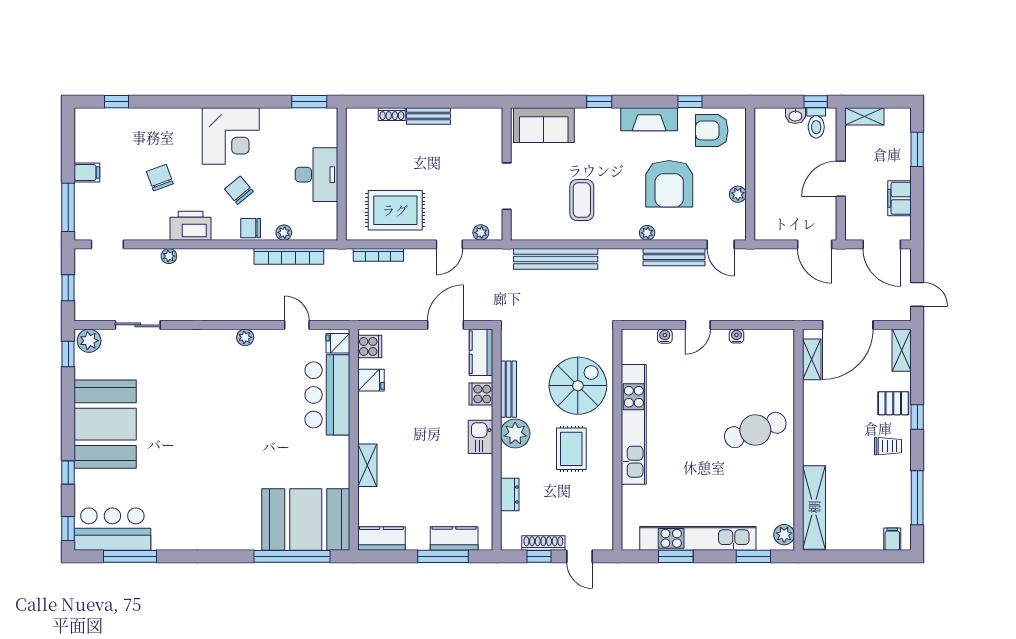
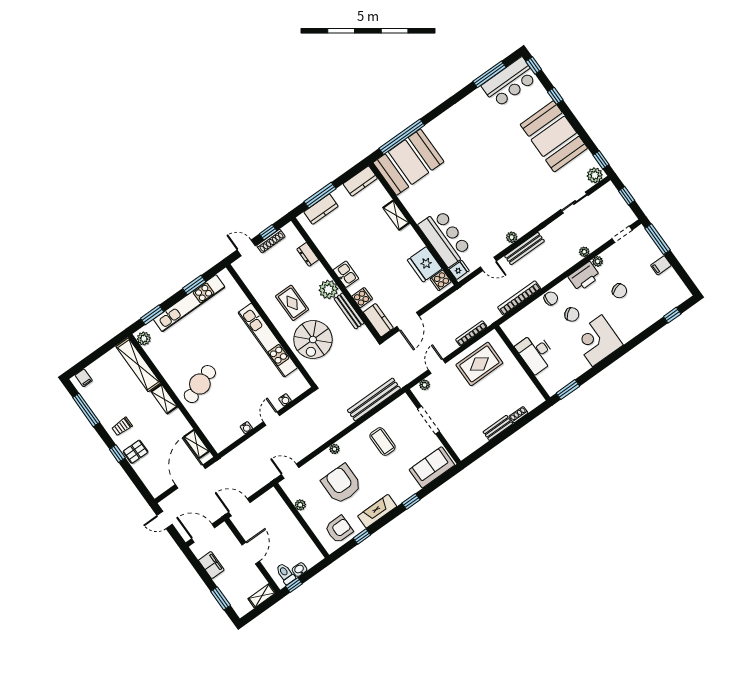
plant: (284, 233) -> (598, 261), moved
bench: (674, 257) -> (524, 249), moved
shelving: (902, 350) -> (164, 399), moved
fridge: (371, 380) -> (425, 264), width x1.88, depth x1.34

